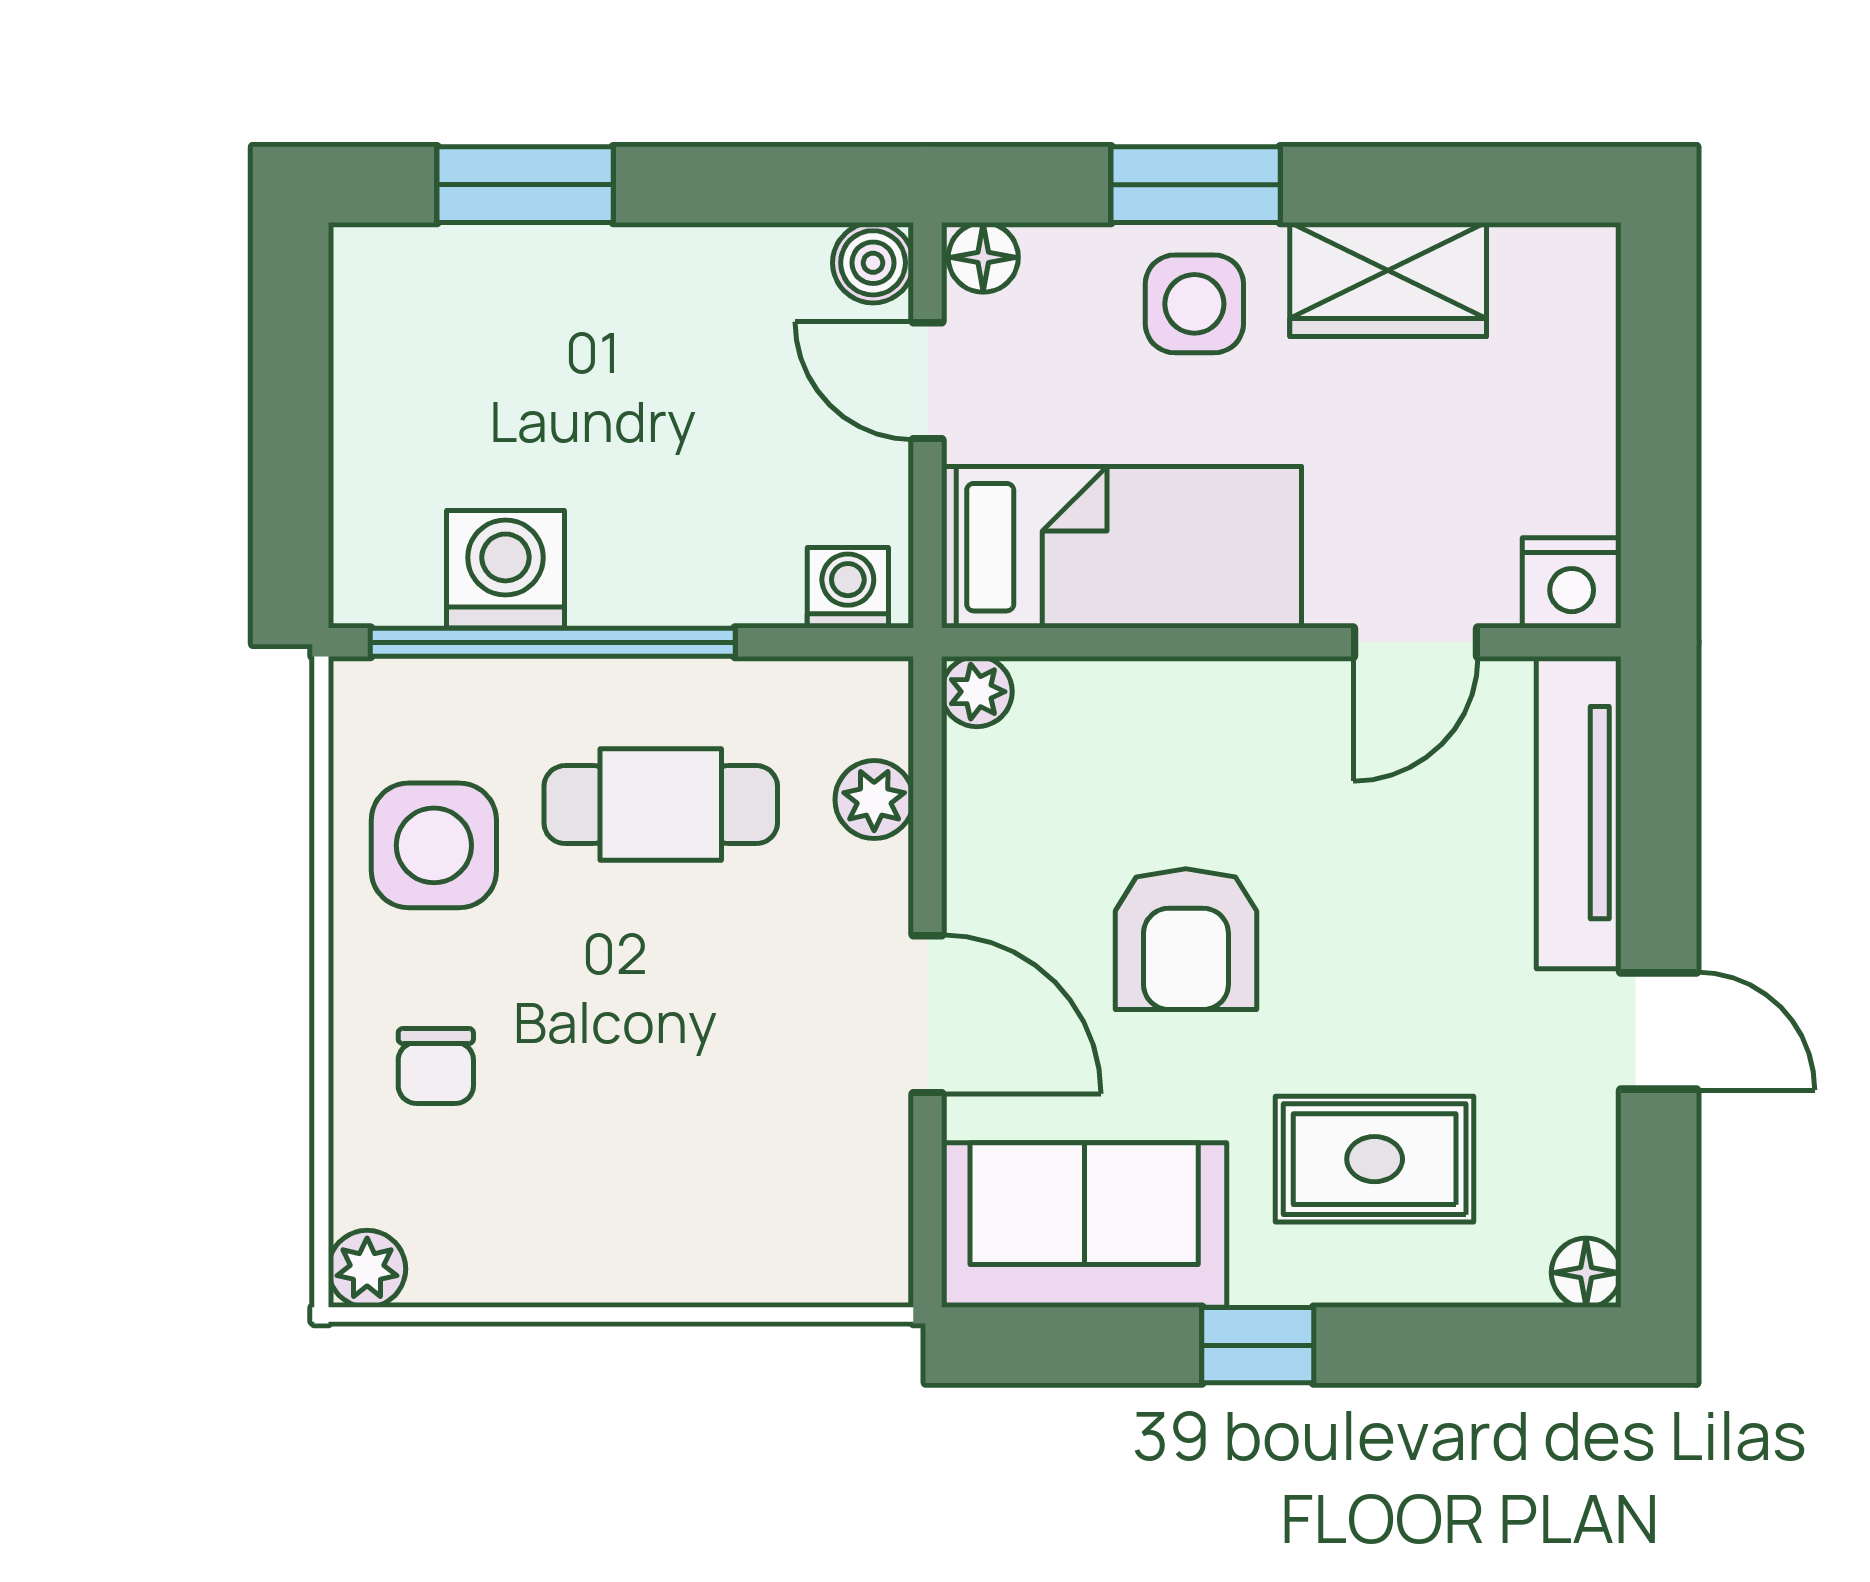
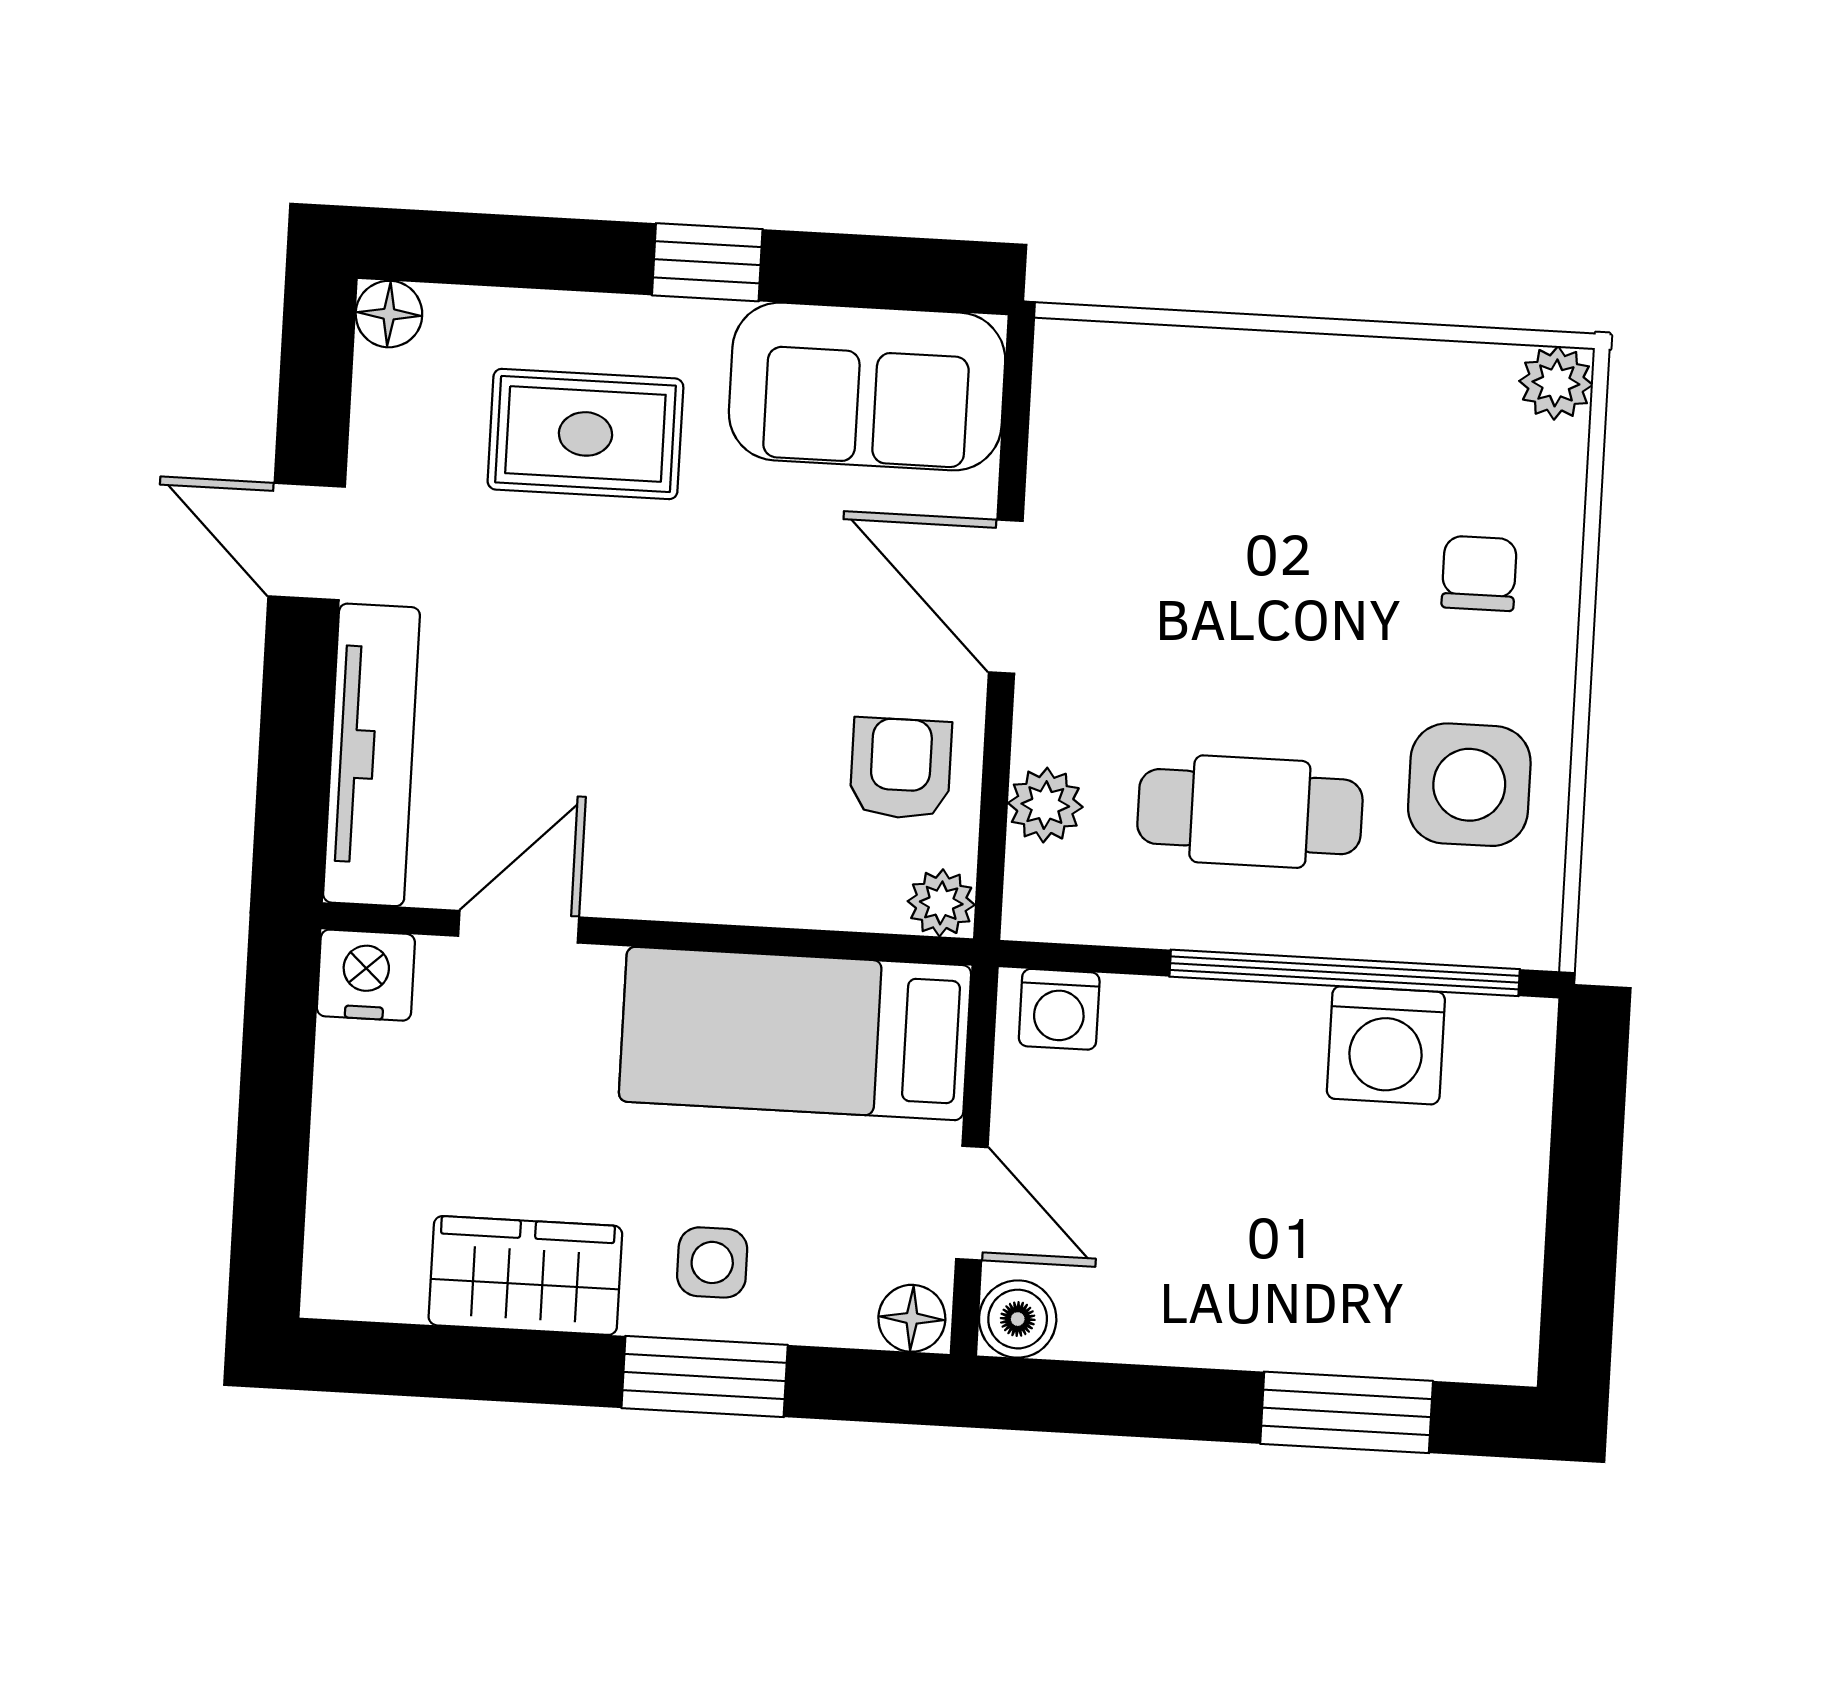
side table: (1194, 304) -> (712, 1262), width x0.73, depth x0.73
armchair: (1186, 939) -> (901, 768), moved, width x0.72, depth x0.72

